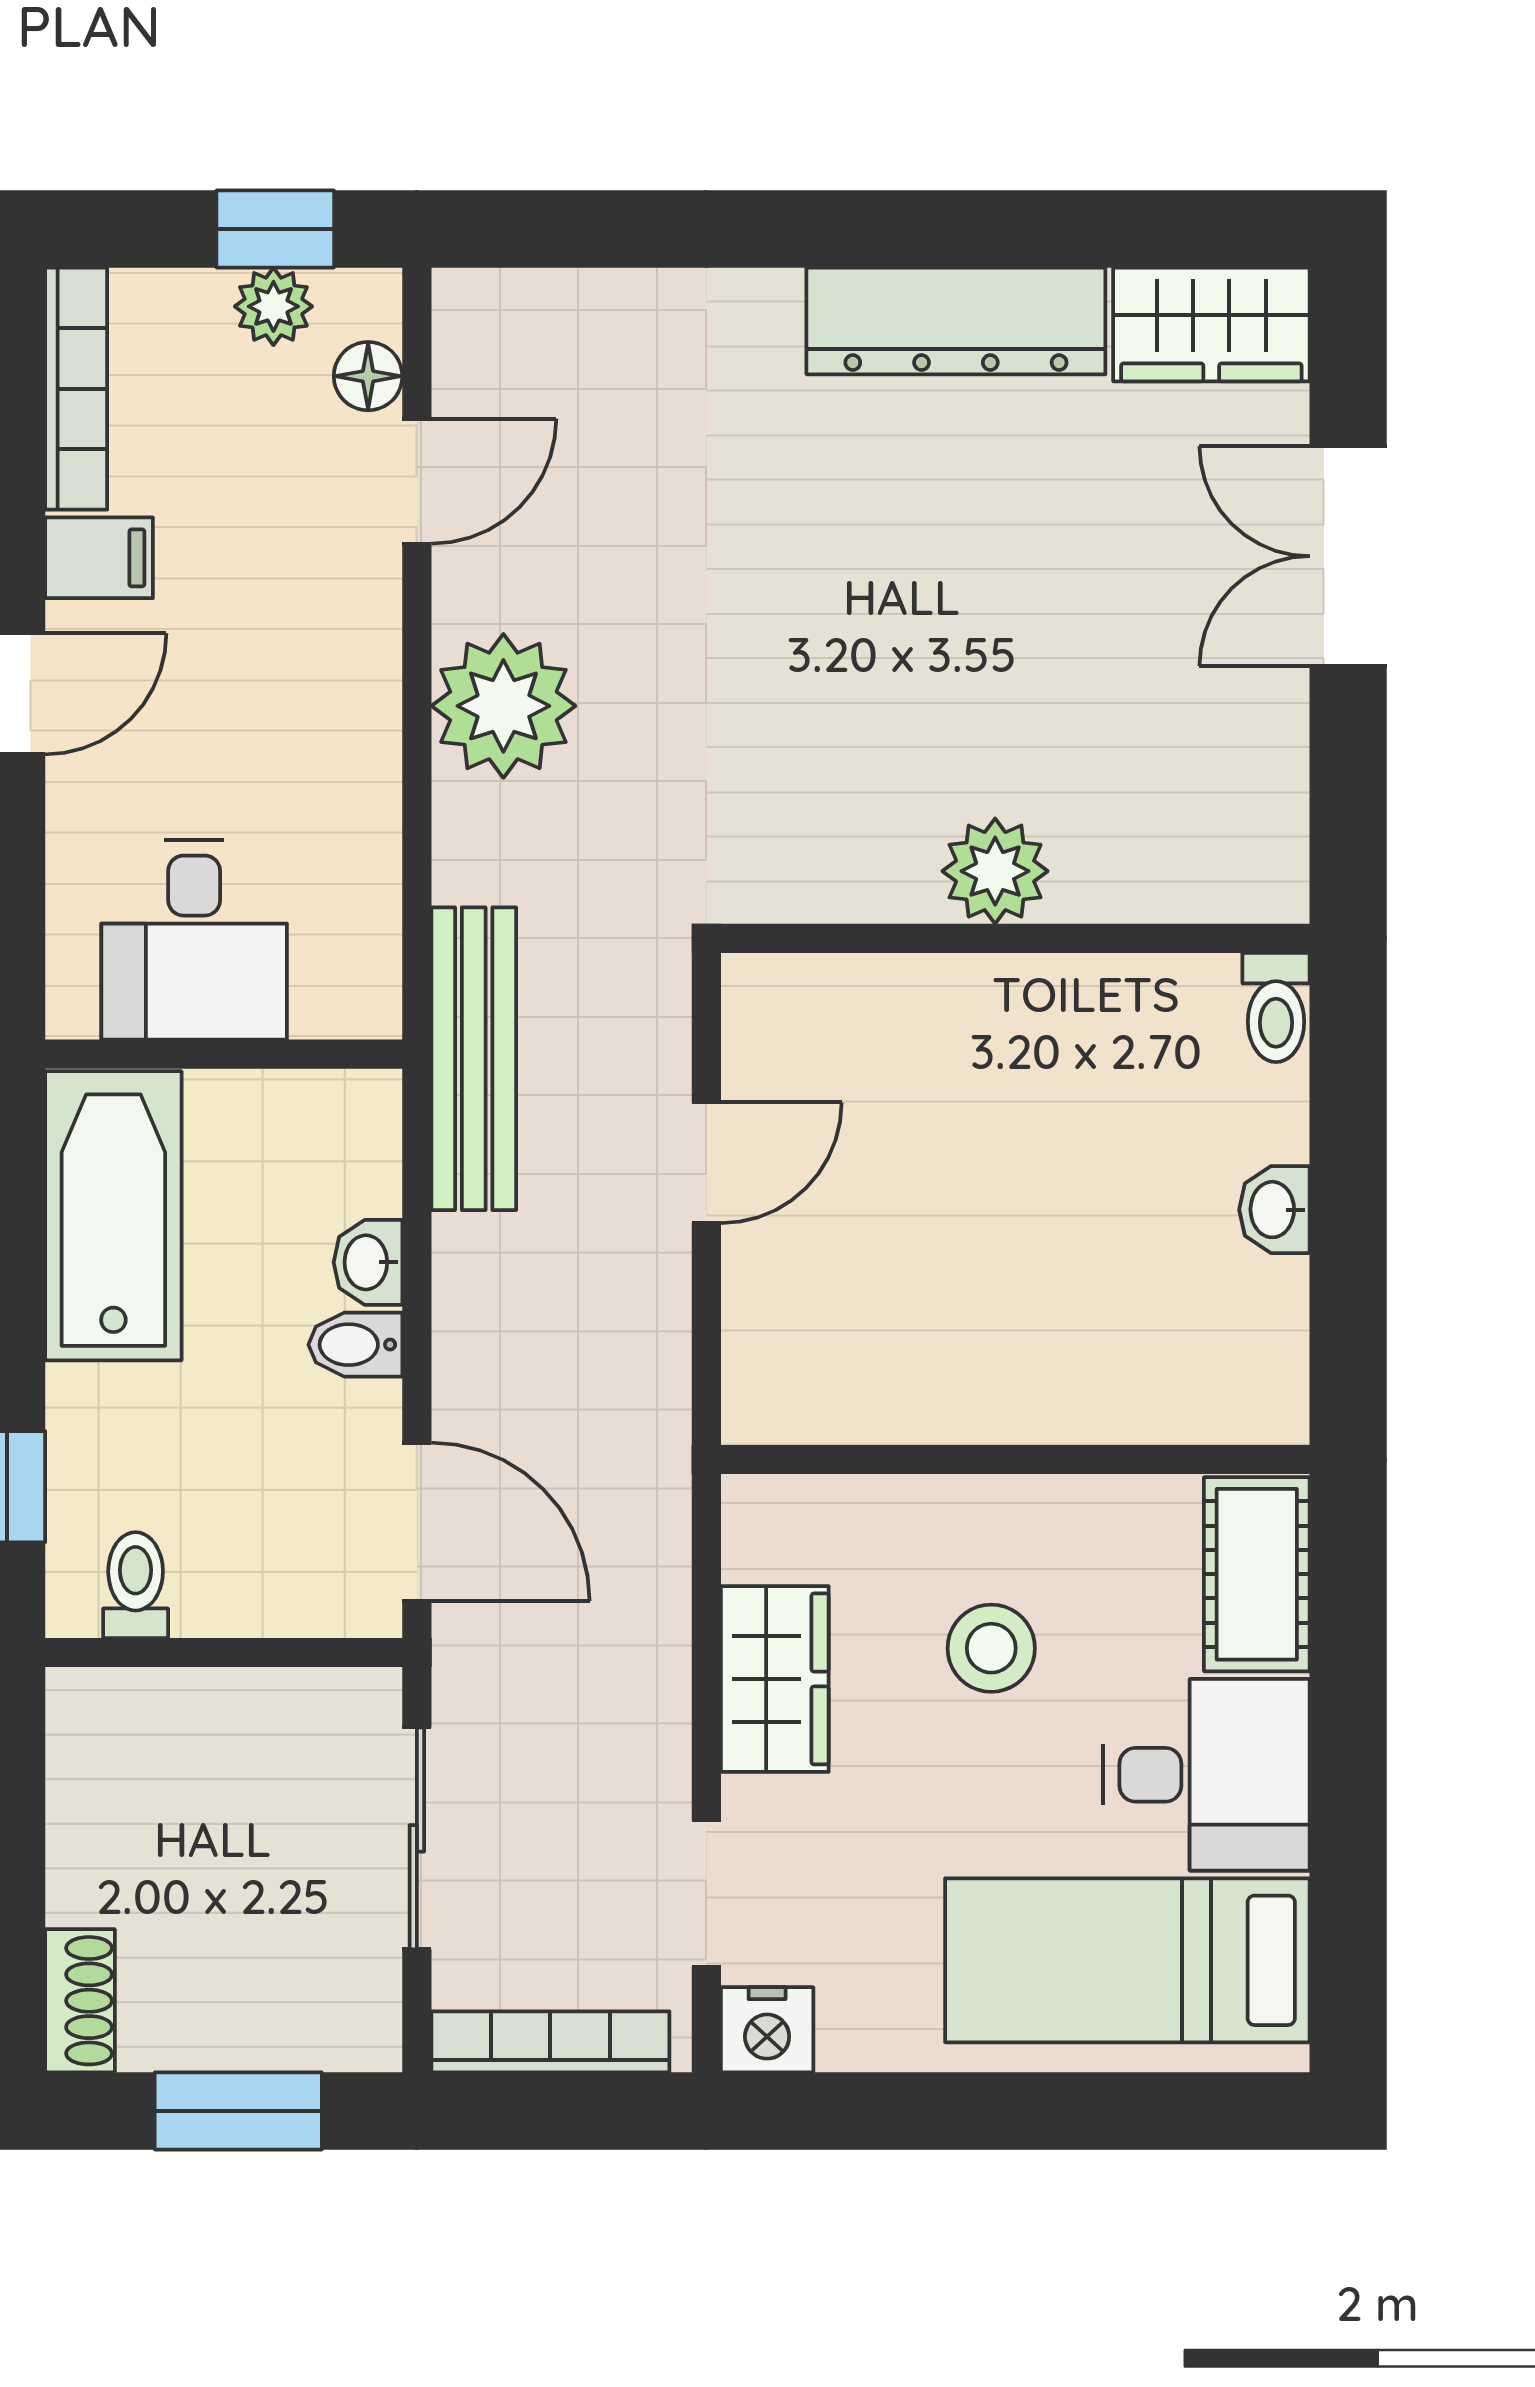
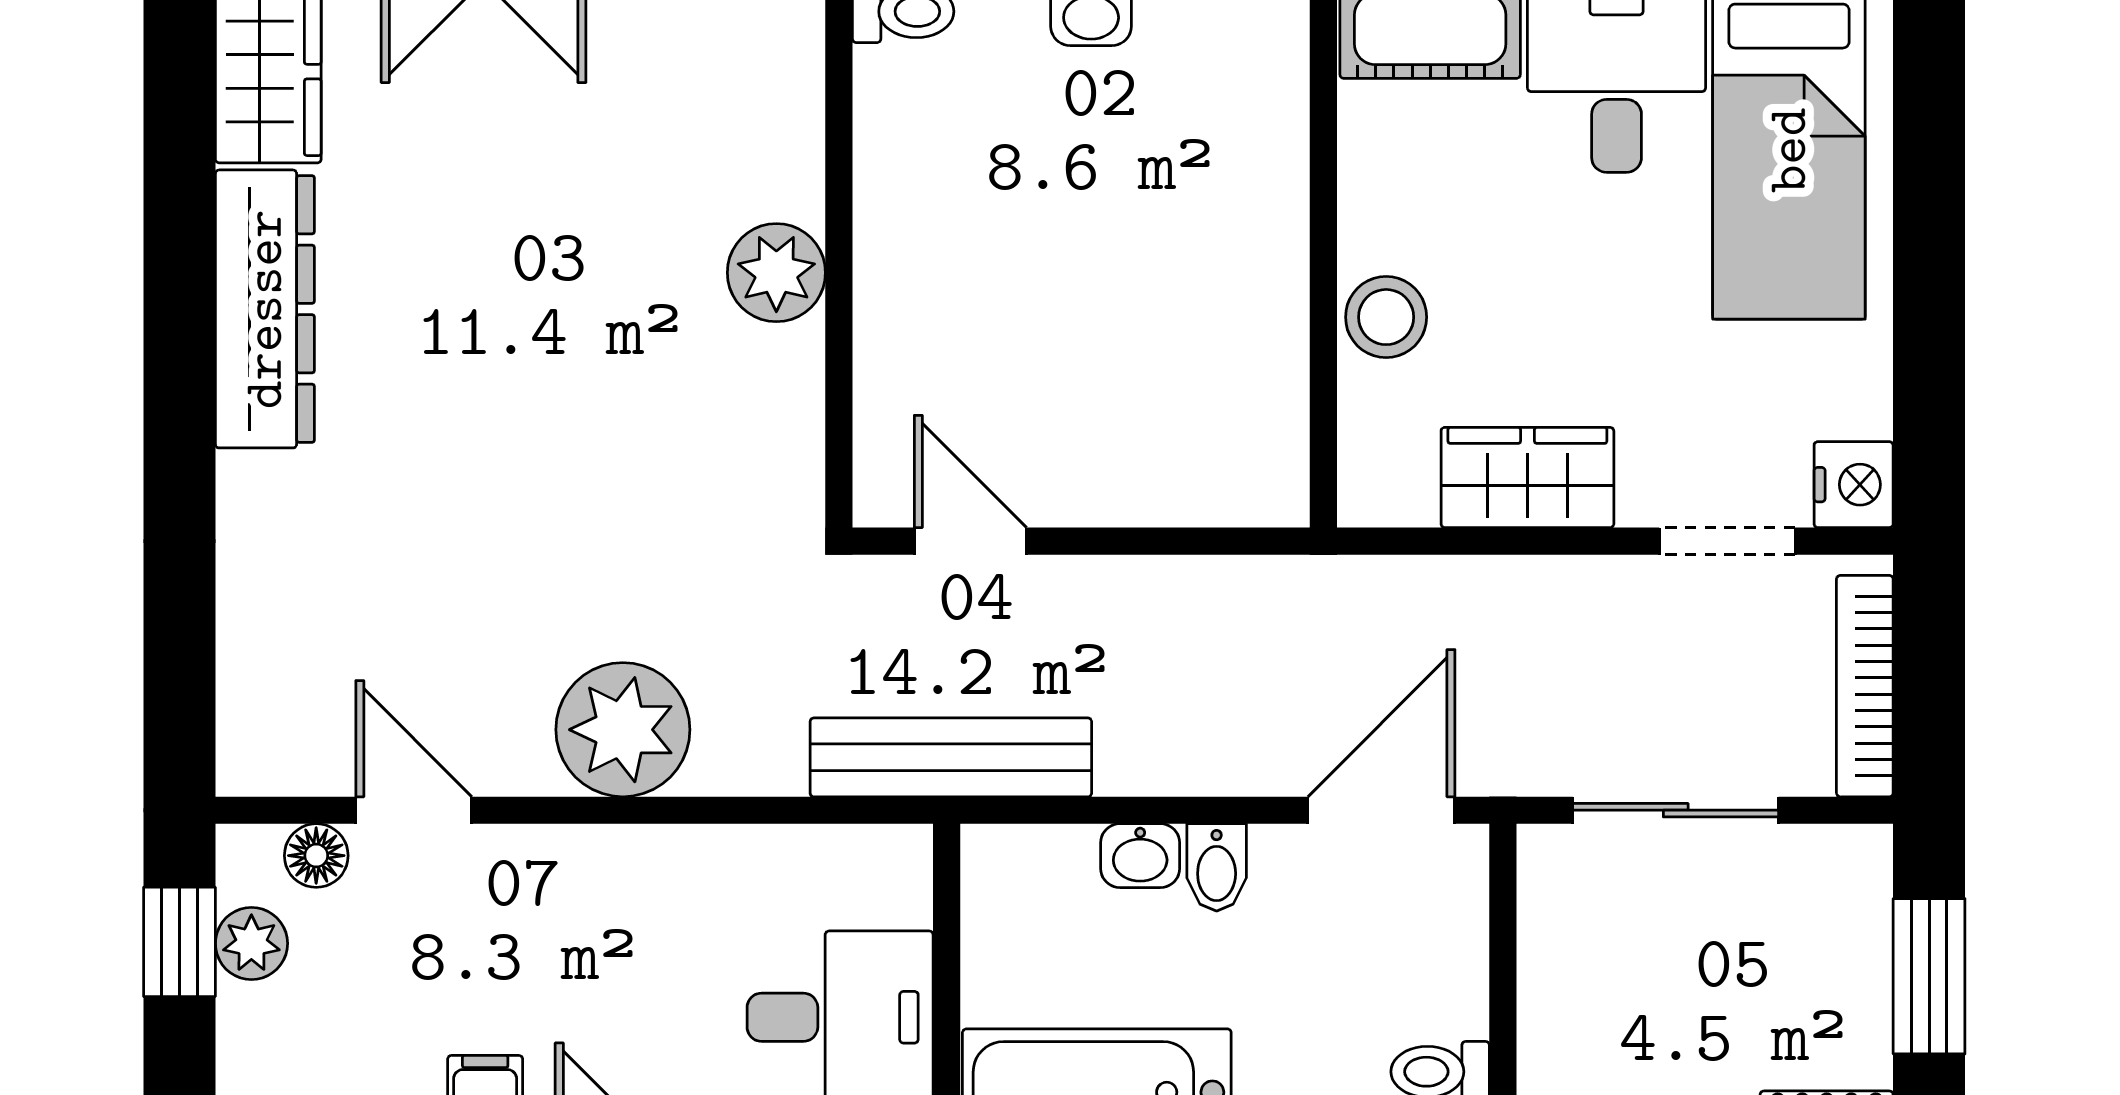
door: (706, 1163) -> (970, 541), moved
stool: (991, 1648) -> (1386, 317), moved

